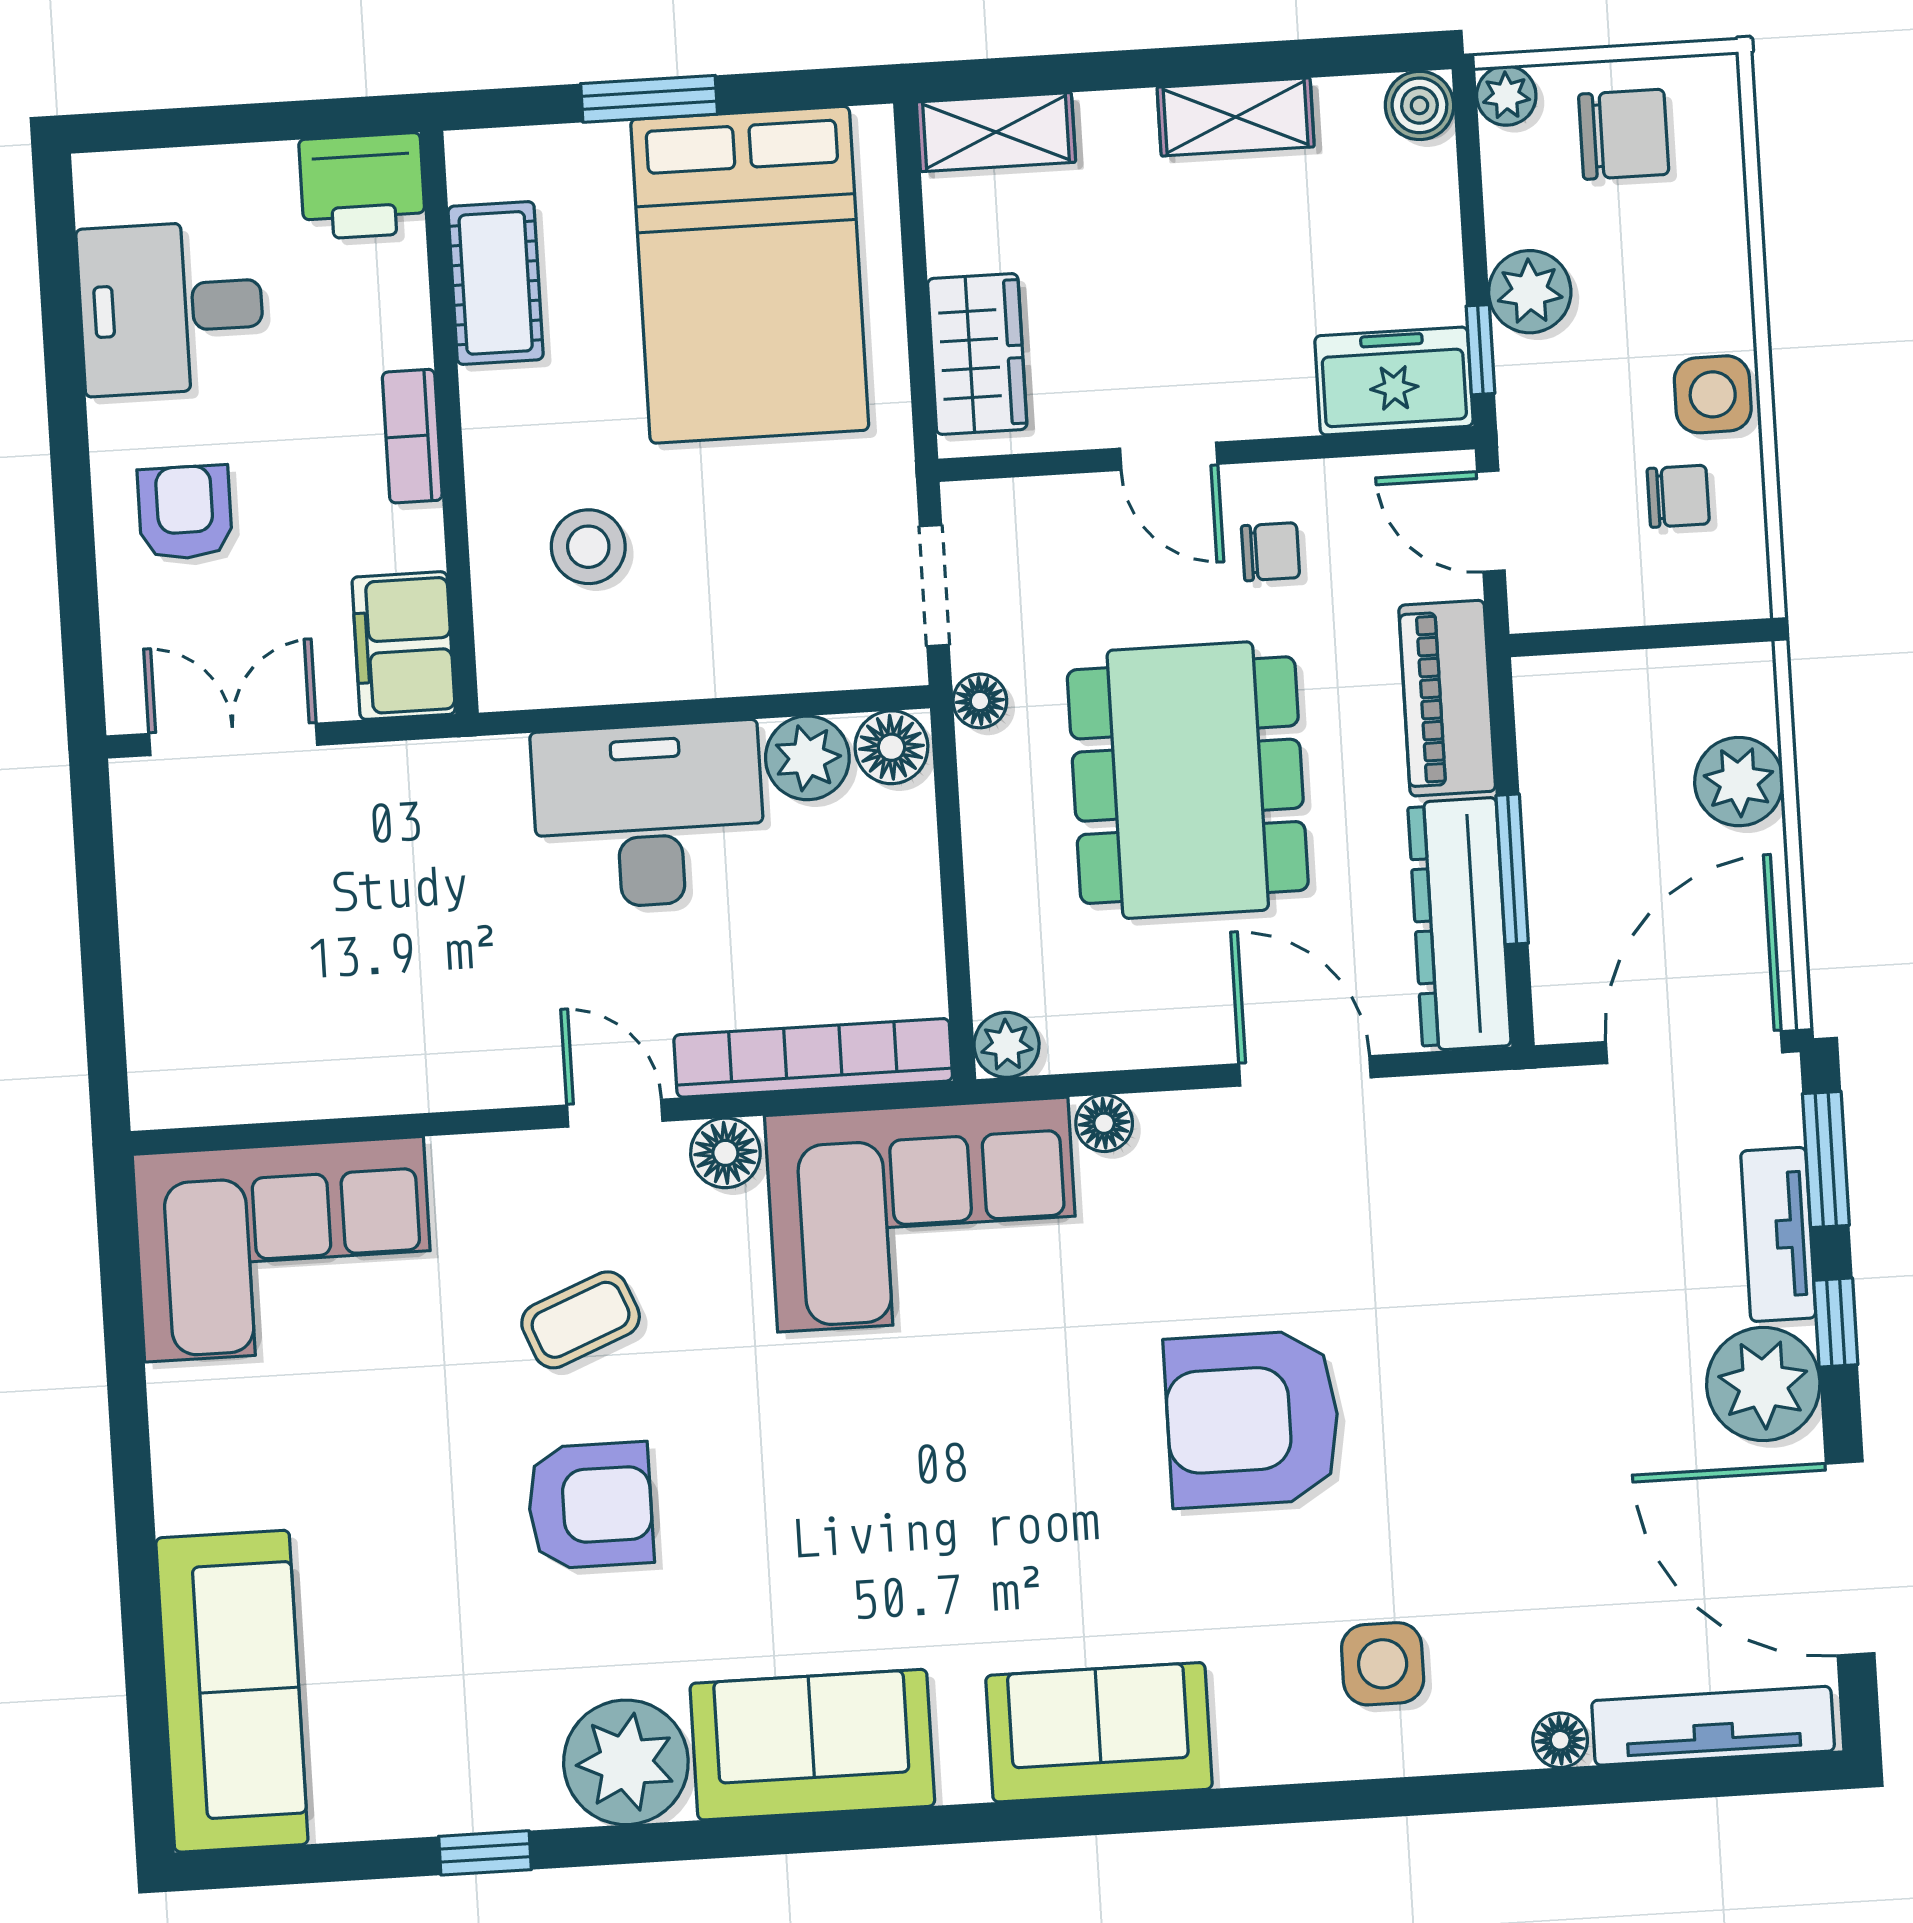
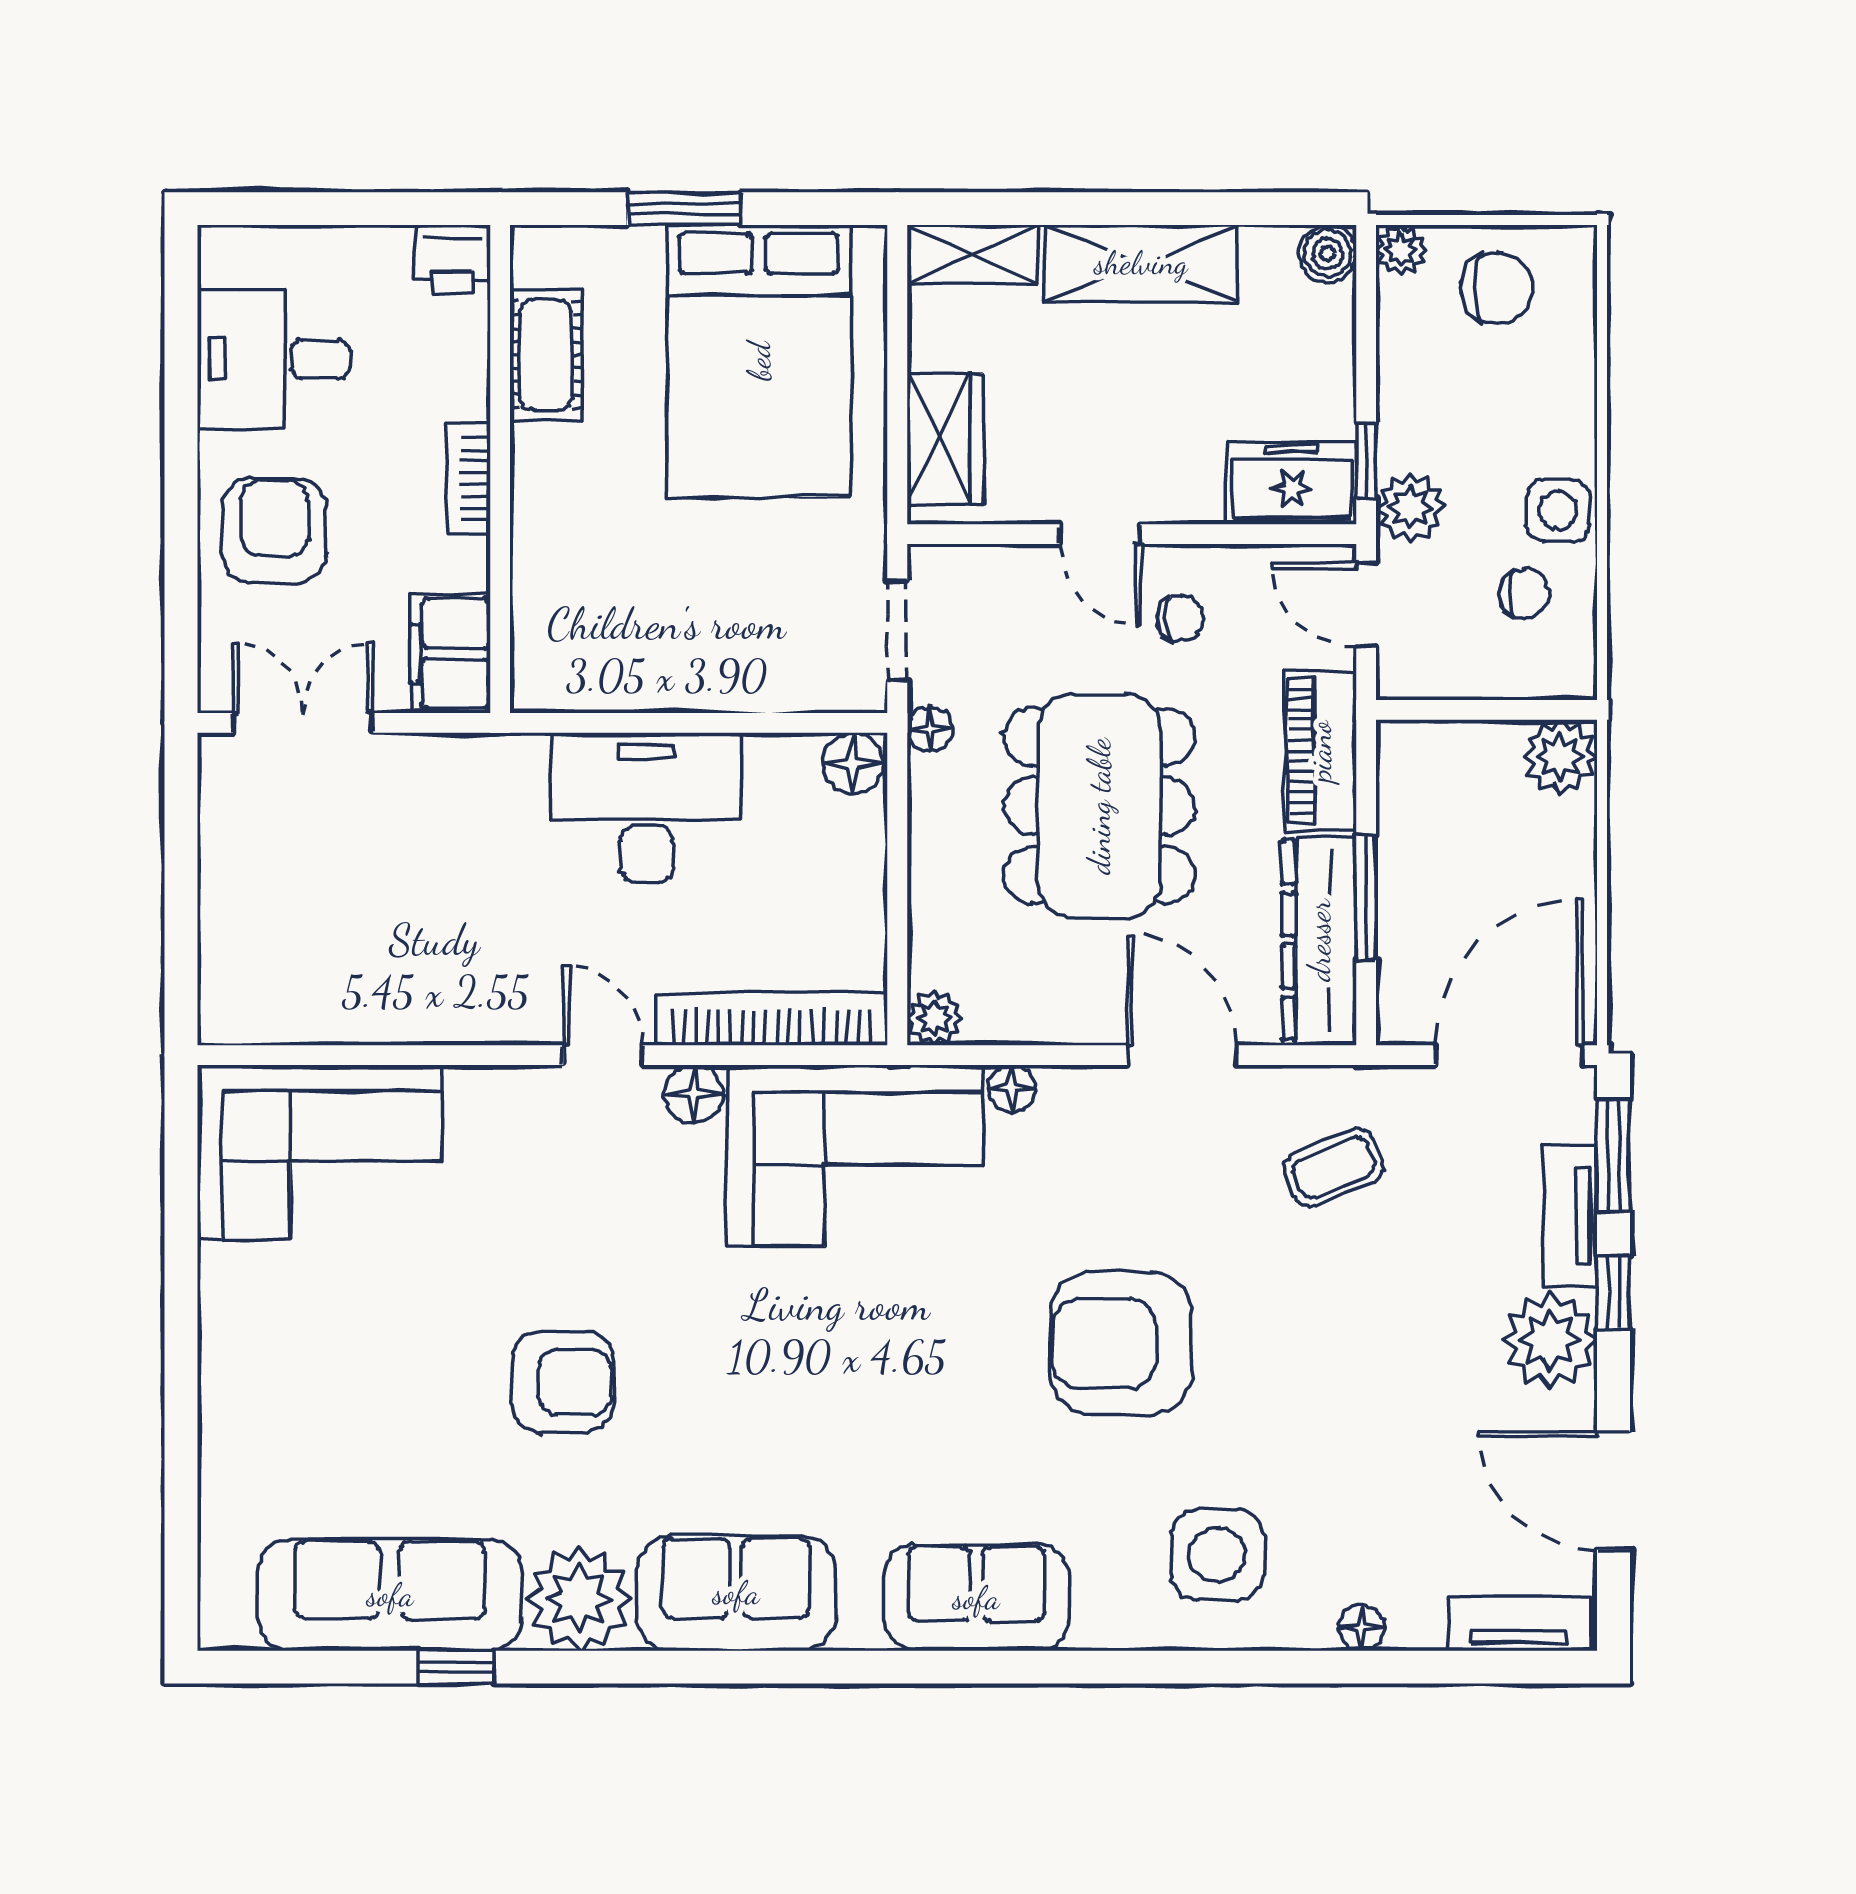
shelving: (1236, 117) -> (1141, 263), width x1.50, depth x1.33
printer: (362, 186) -> (453, 259), width x0.73, depth x0.81
plant: (1530, 292) -> (1410, 508), moved
armchair: (185, 512) -> (274, 531), width x1.38, depth x1.38
stool: (588, 547) -> (610, 580), removed
plant: (807, 758) -> (782, 768), removed
plant: (1739, 782) -> (1560, 757), moved
coffee table: (581, 1320) -> (1334, 1168), moved
door: (1850, 1558) -> (1613, 1491), width x0.73
side table: (1383, 1664) -> (1217, 1555), width x1.37, depth x1.37
sofa: (232, 1691) -> (390, 1595), moved, turned -90
tv unit: (1713, 1726) -> (1519, 1624), width x0.71

